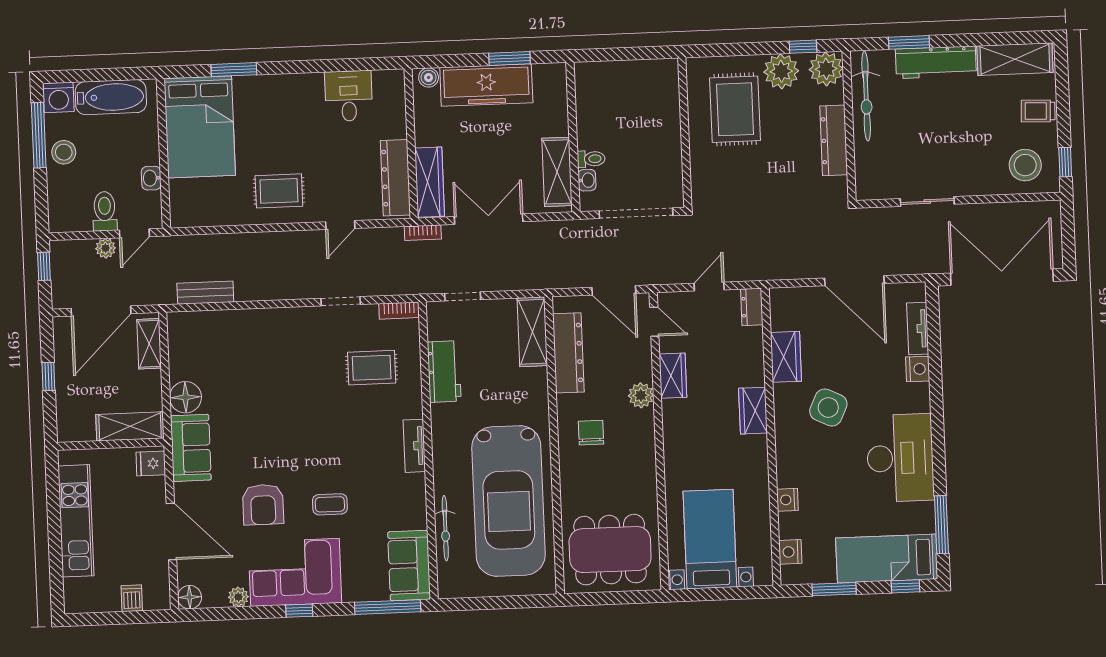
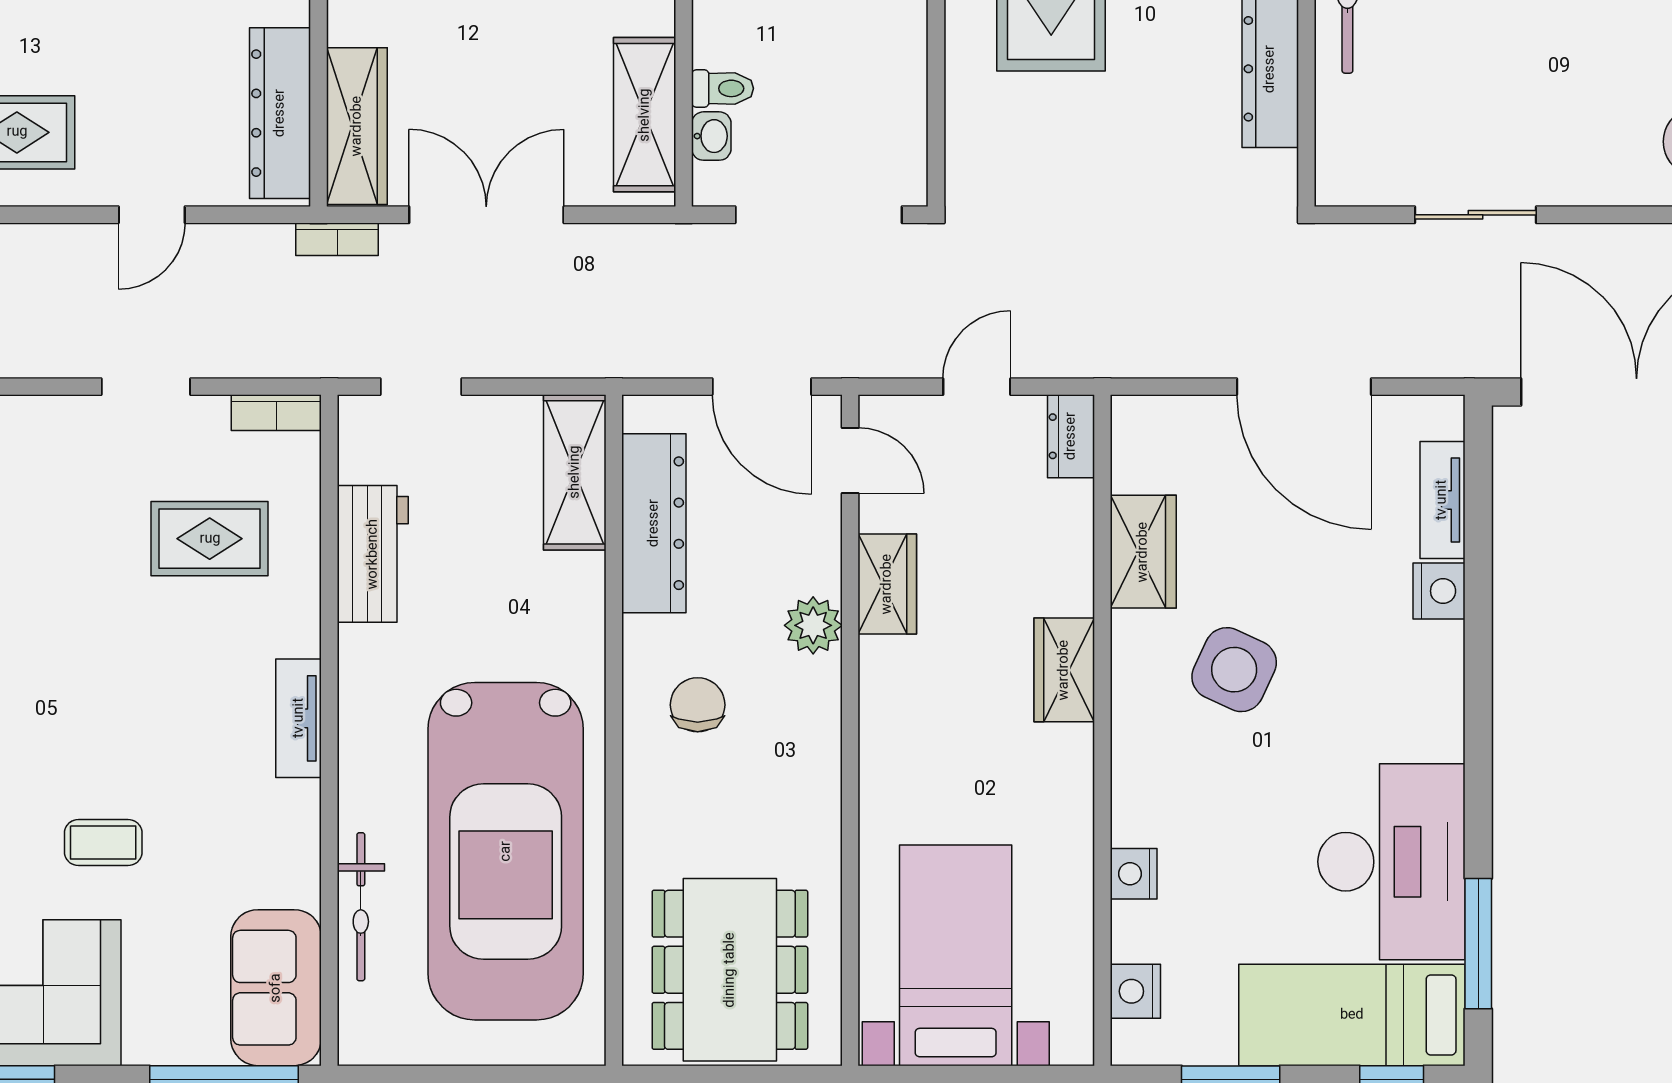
desk: (900, 458) -> (1391, 862), moved
dining table: (610, 550) -> (730, 970), turned 90

